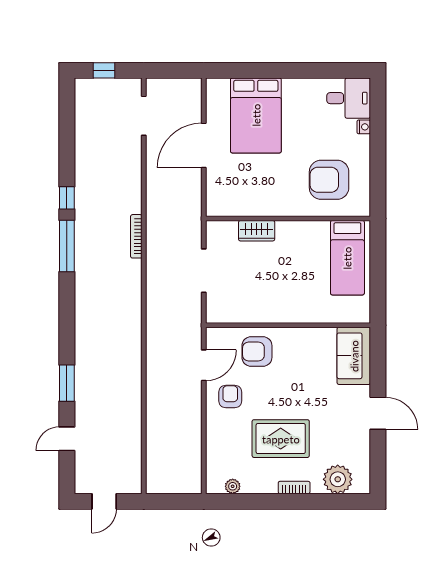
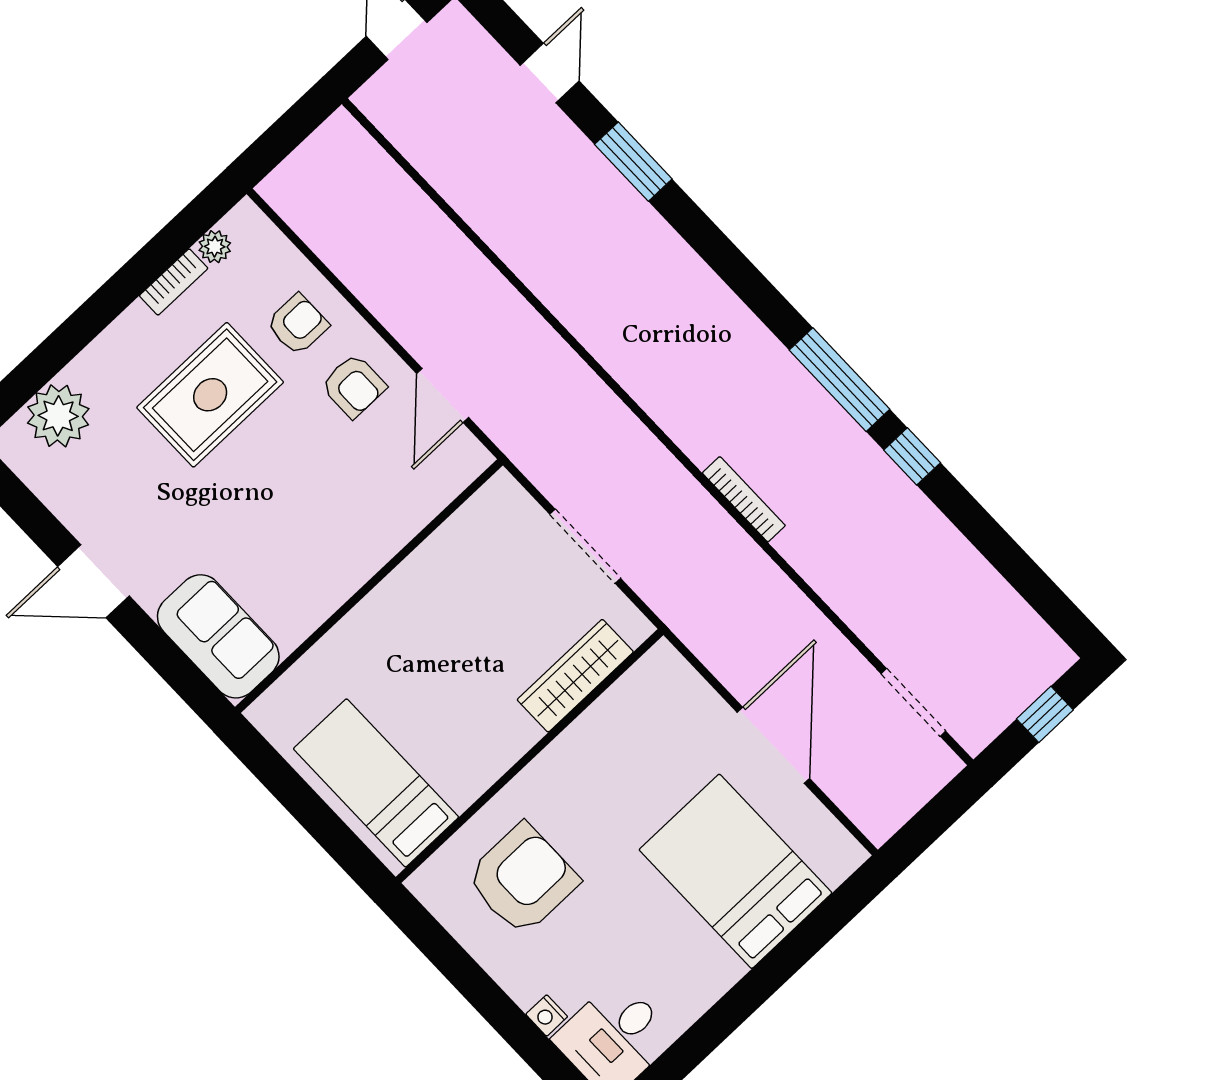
wardrobe: (257, 231) -> (575, 676), width x1.50
armchair: (257, 351) -> (298, 324), moved, width x0.72, depth x0.72
bookcase: (294, 487) -> (174, 282), moved

